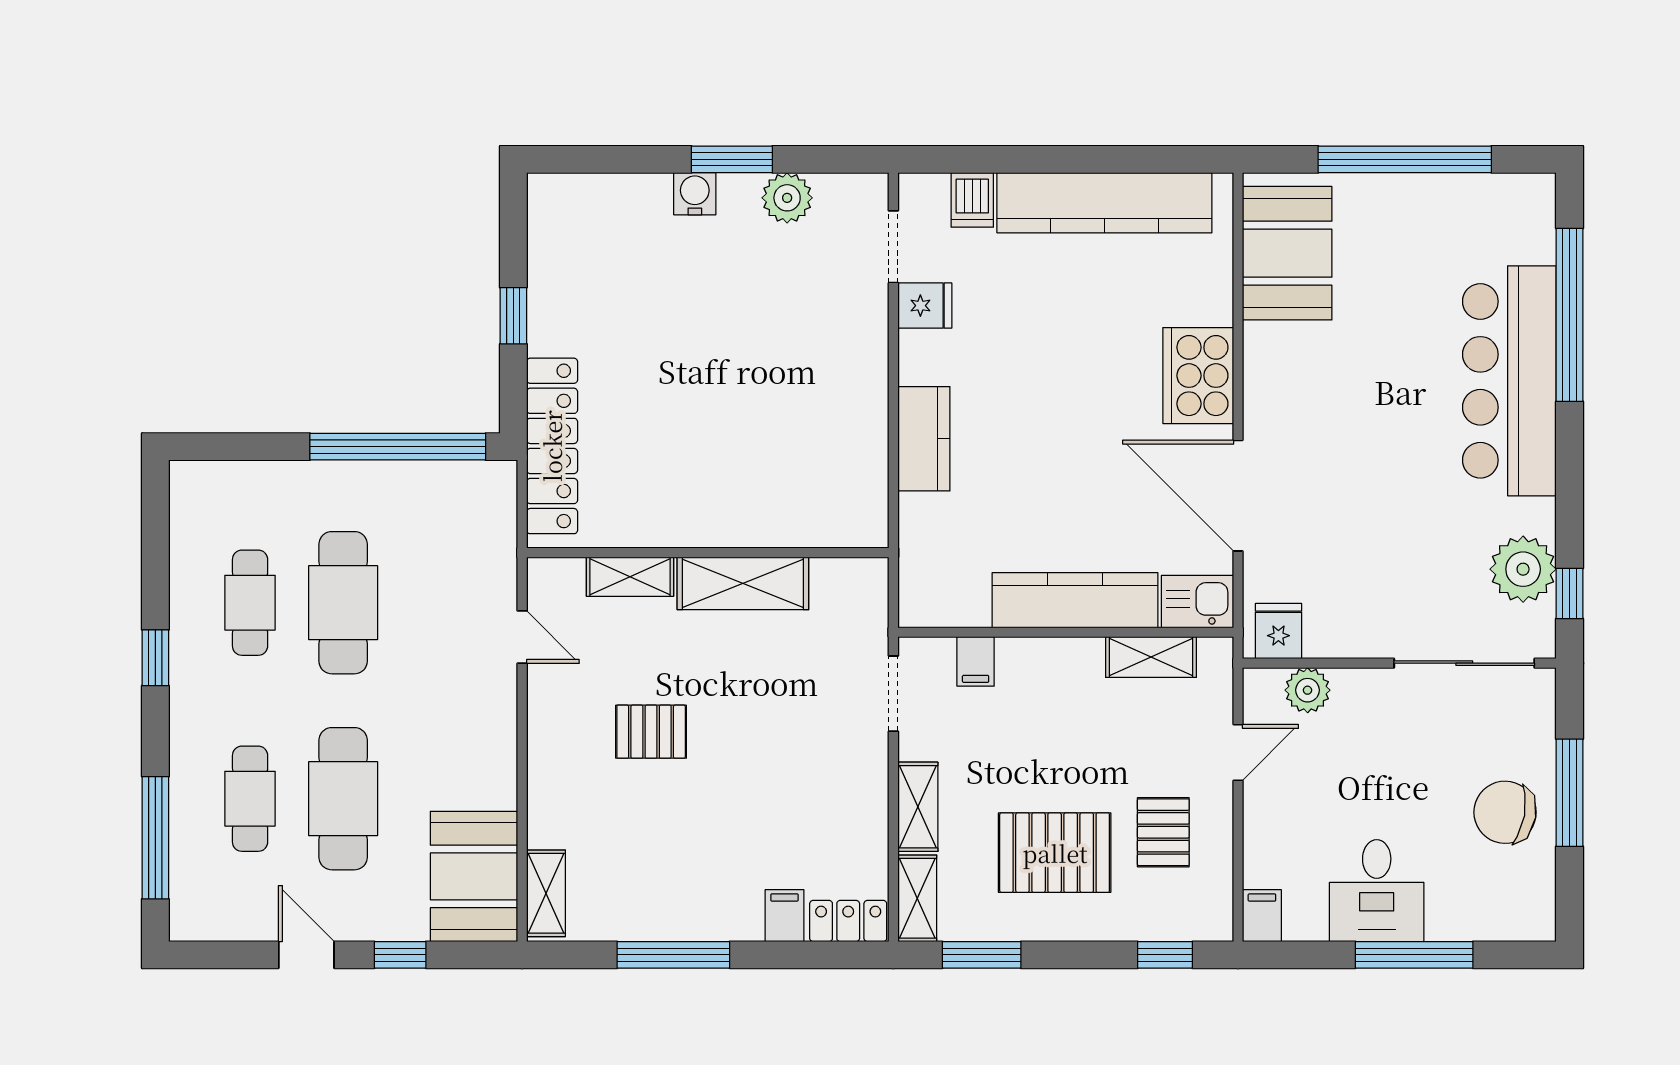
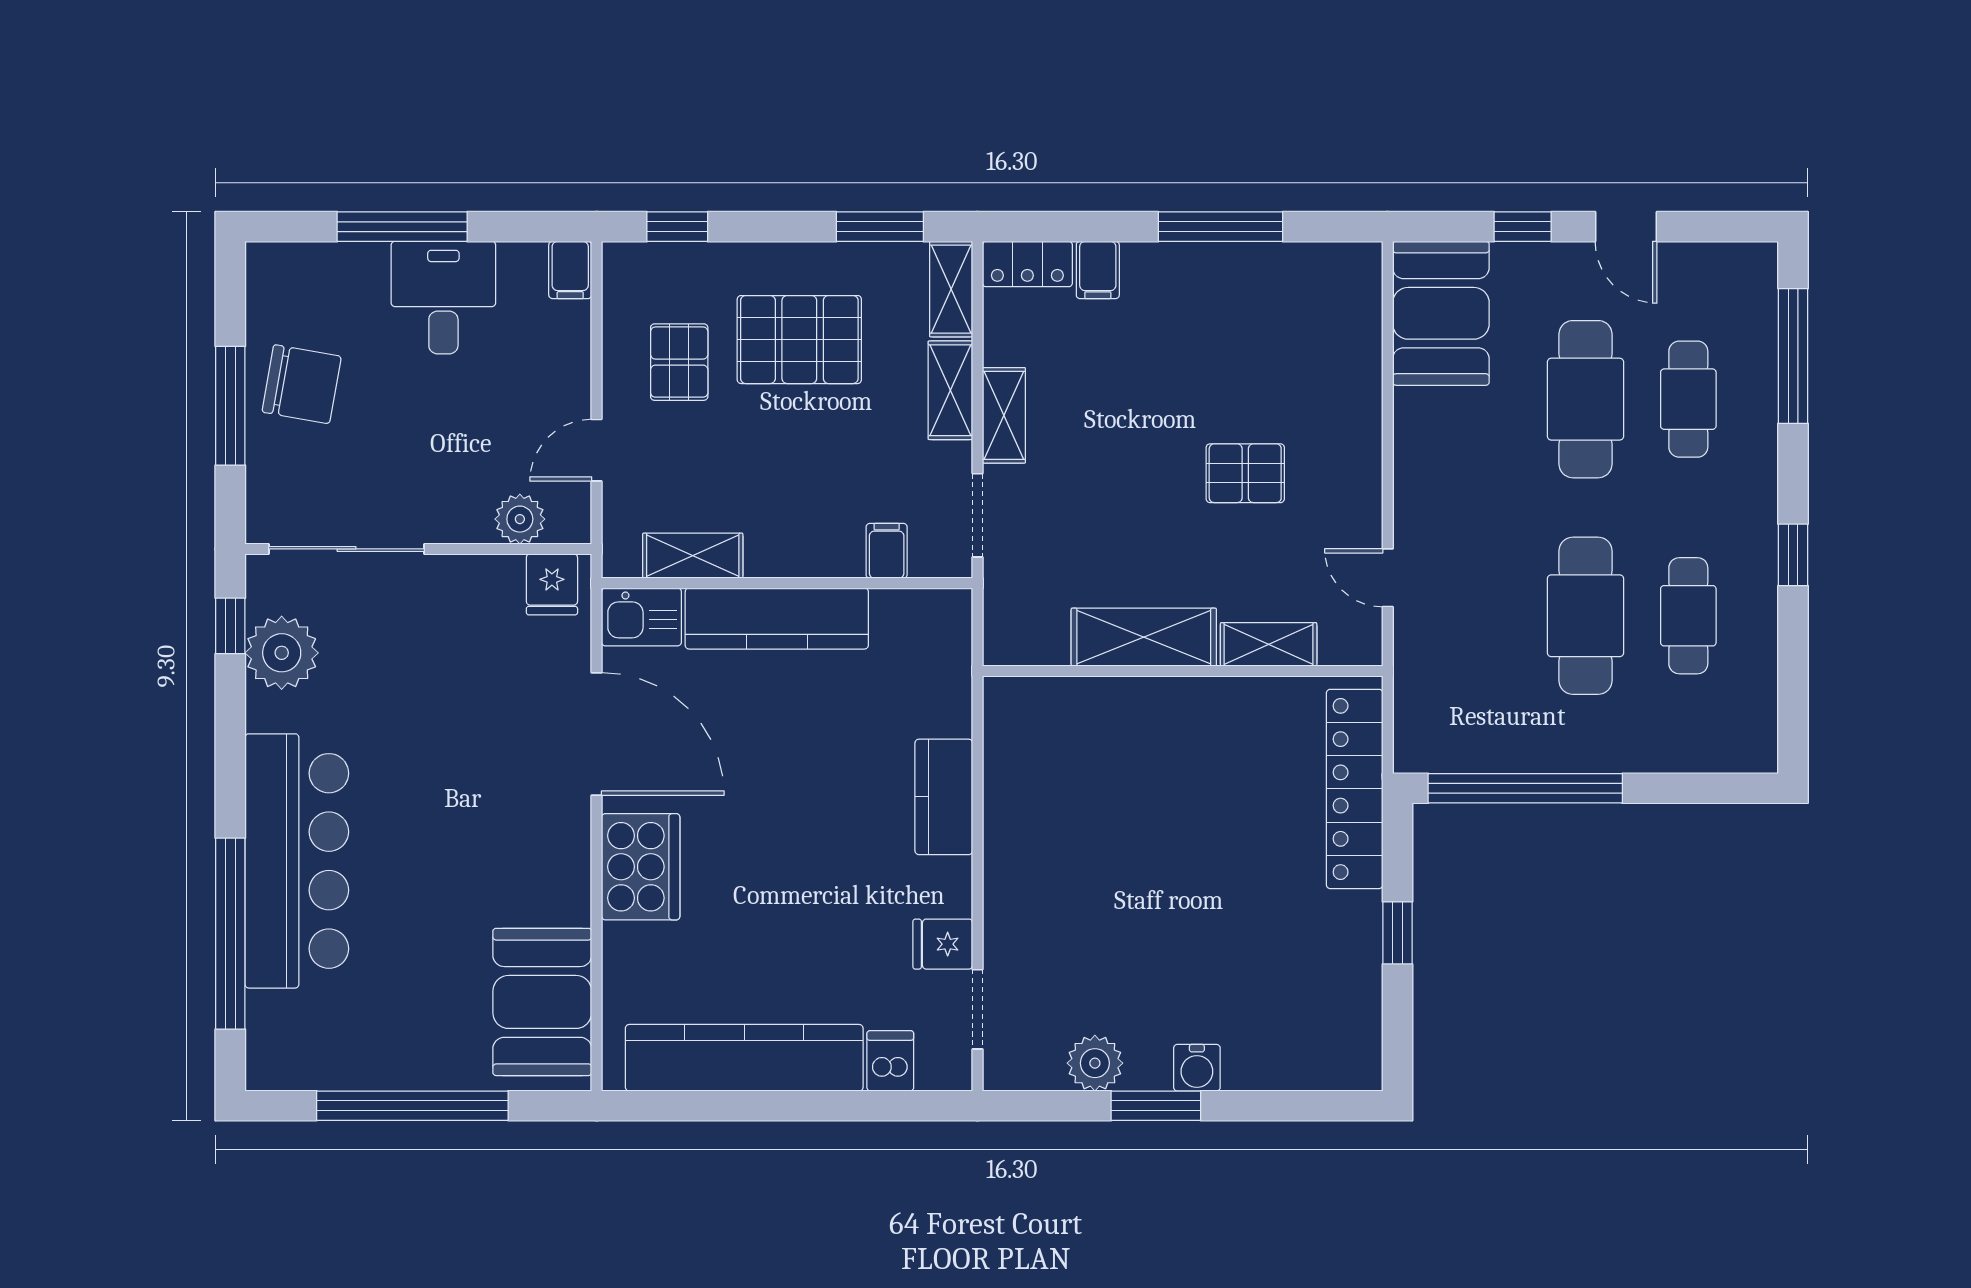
shelving: (546, 893) -> (1004, 415), moved

